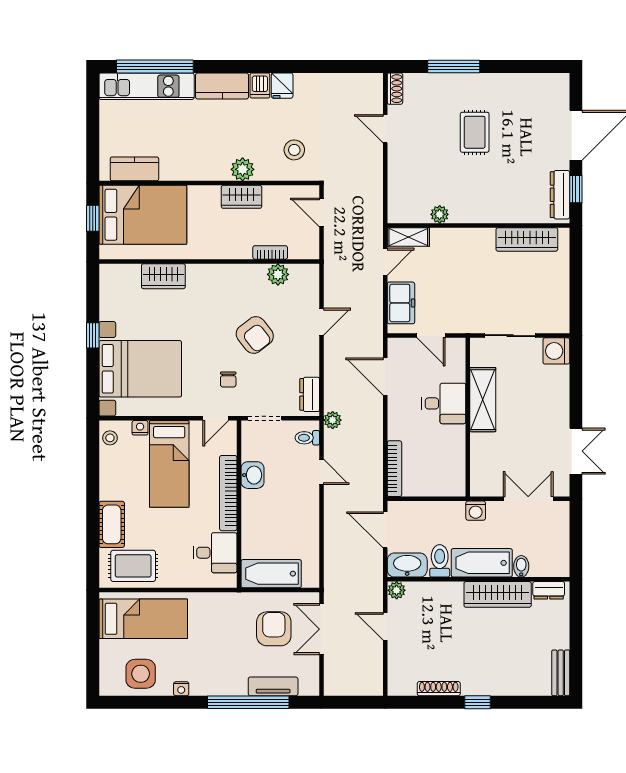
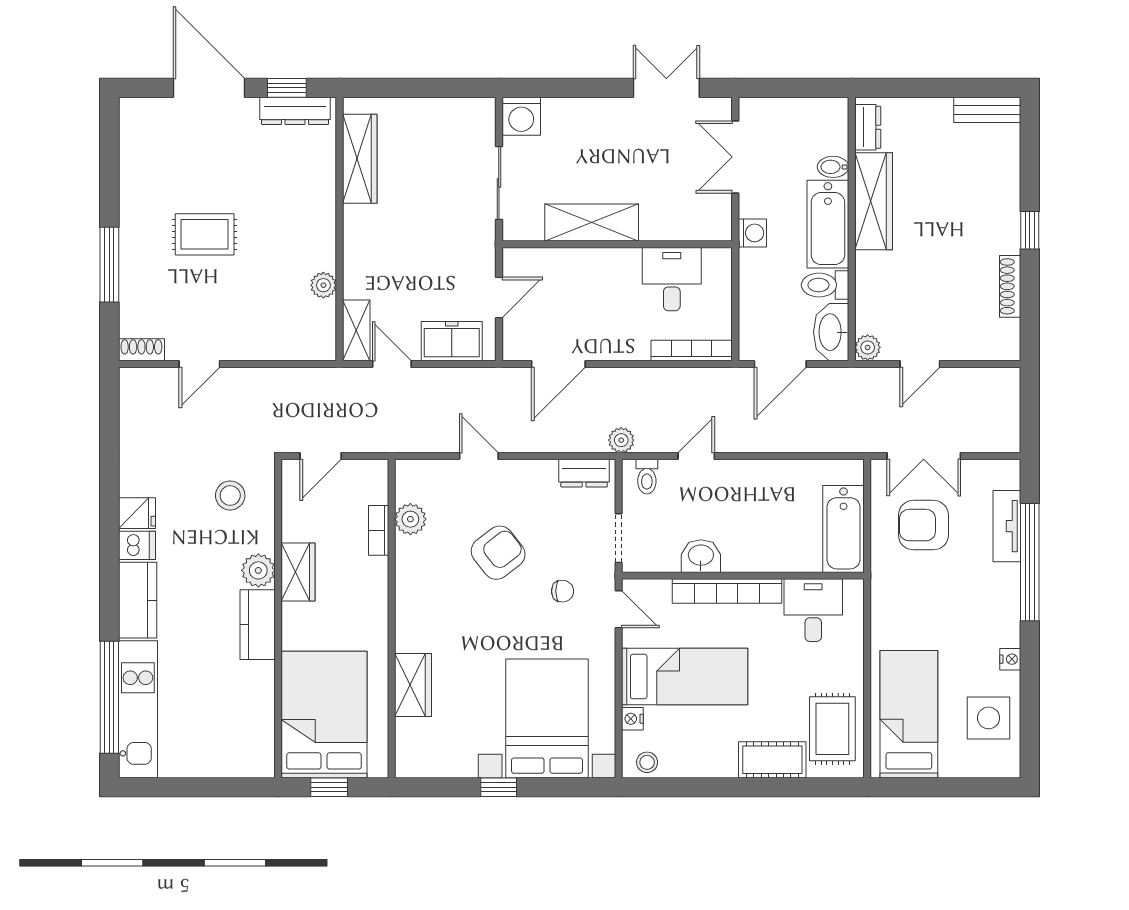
kitchen counter: (134, 169) -> (258, 625), moved
desk: (444, 403) -> (672, 279), moved

